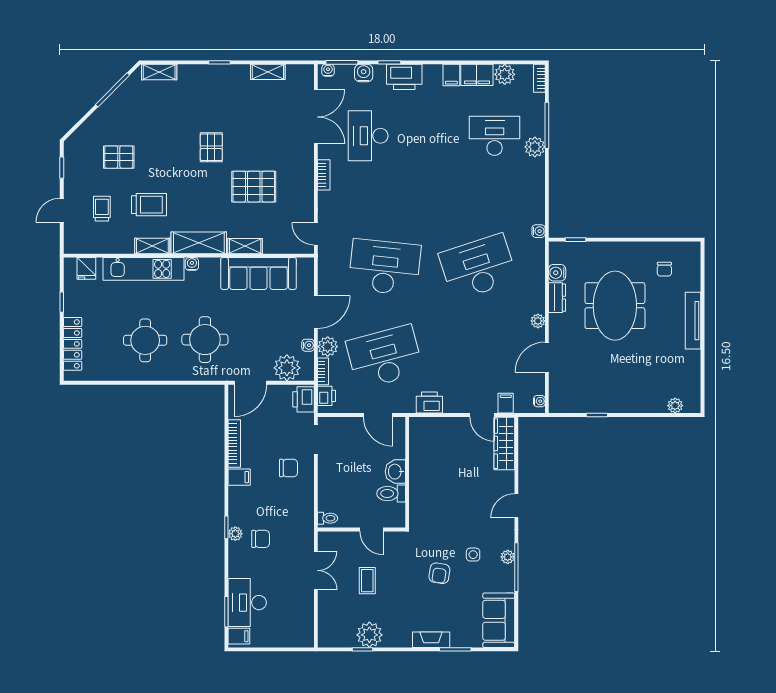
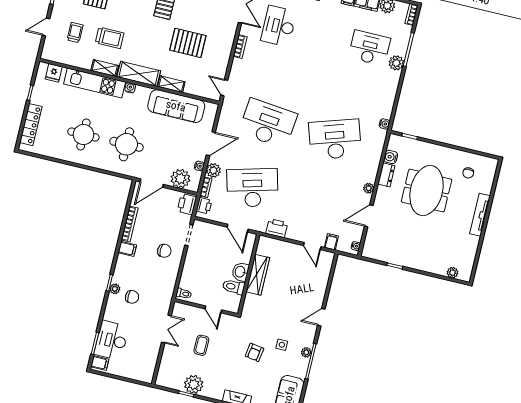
wardrobe: (504, 444) -> (258, 275), moved, turned 180

